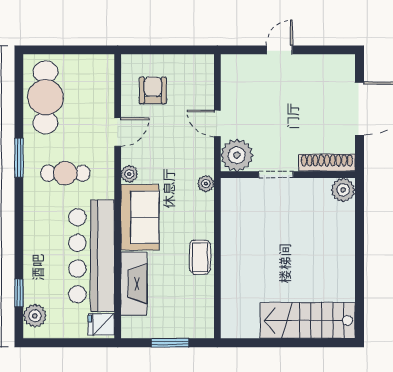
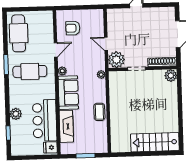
armchair: (153, 90) -> (73, 28), turned -90
cafe table: (65, 173) -> (30, 71), width x1.37, depth x1.35
bar counter: (92, 256) -> (45, 120), width x0.73
plant: (35, 316) -> (16, 114), moved

